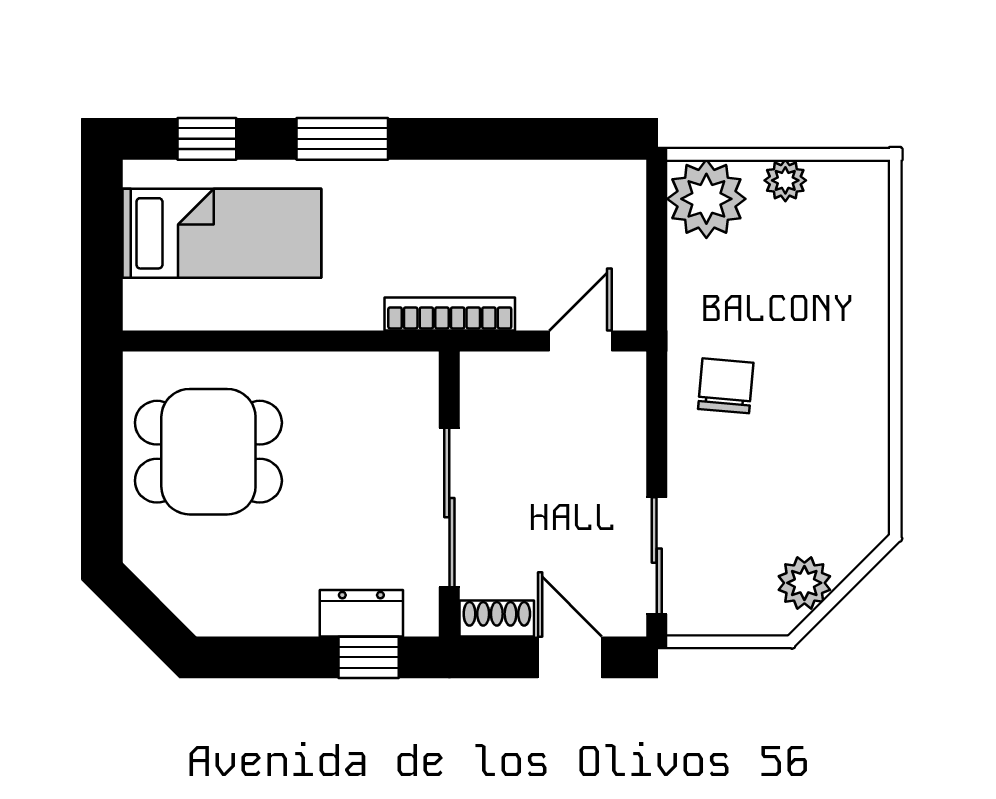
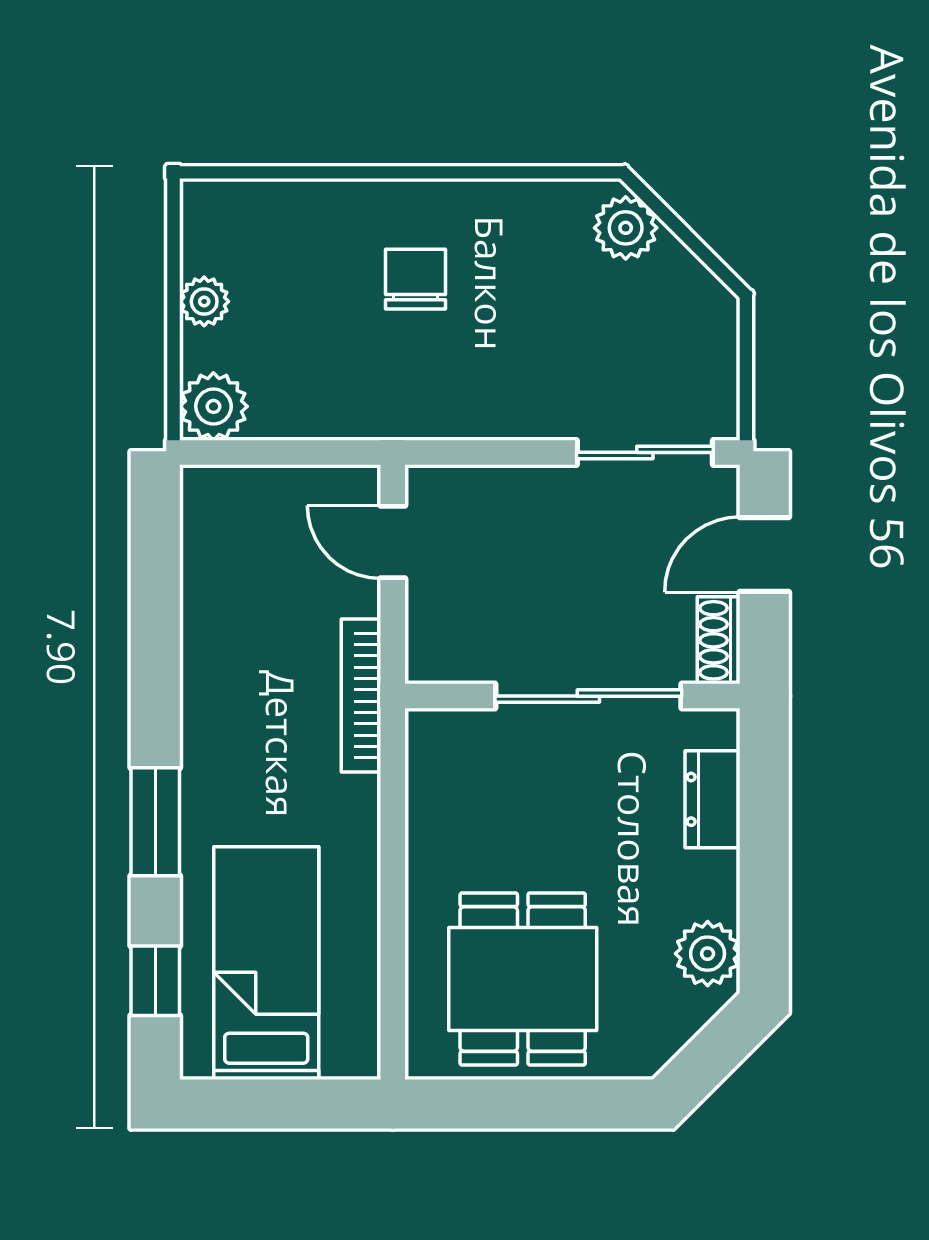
plant: (706, 199) -> (213, 406), width x0.73, depth x0.73
chair: (726, 386) -> (415, 279), moved, turned 85
plant: (804, 583) -> (626, 228), moved
plant: (230, 609) -> (708, 954), added
window: (369, 657) -> (764, 791), removed

